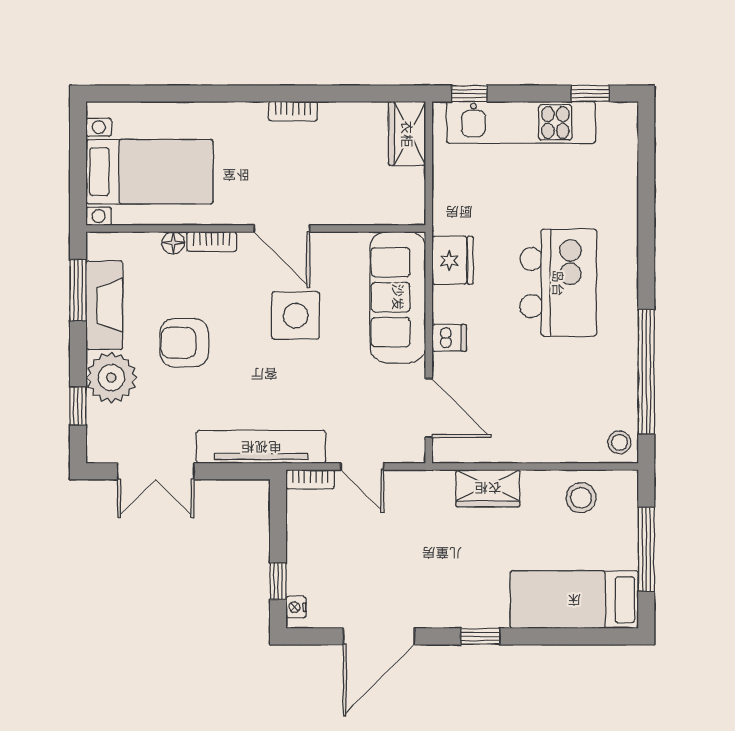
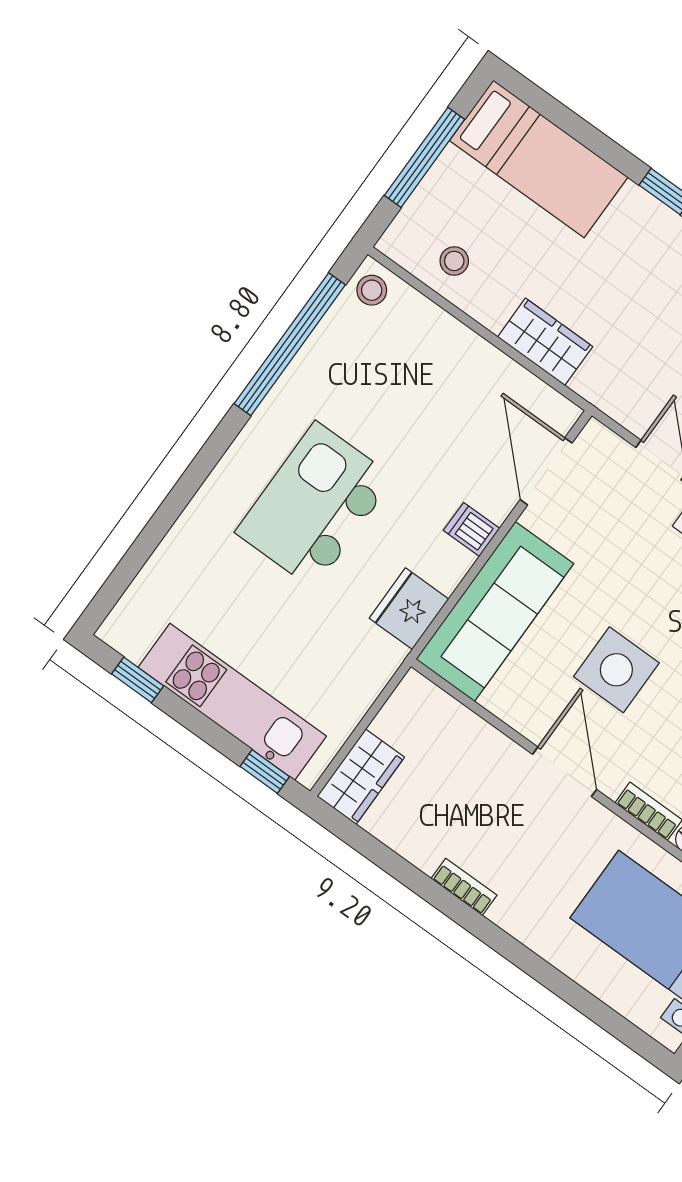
stool: (581, 498) -> (454, 261), width x0.73, depth x0.73

